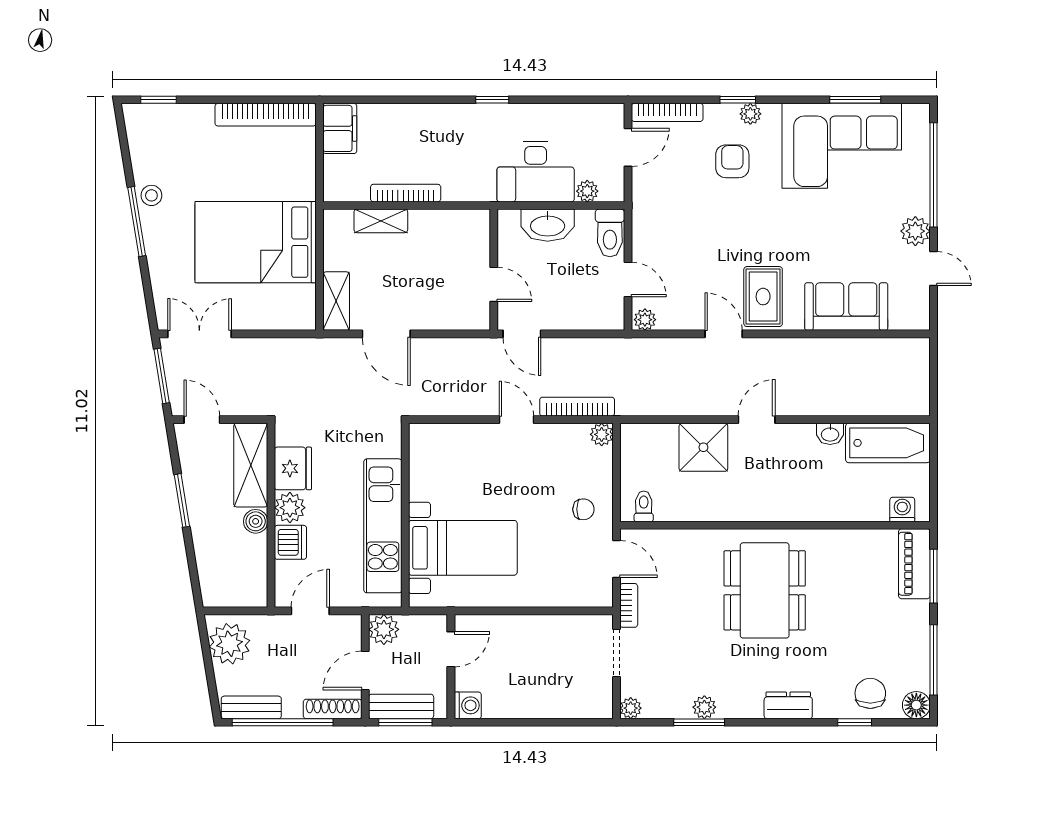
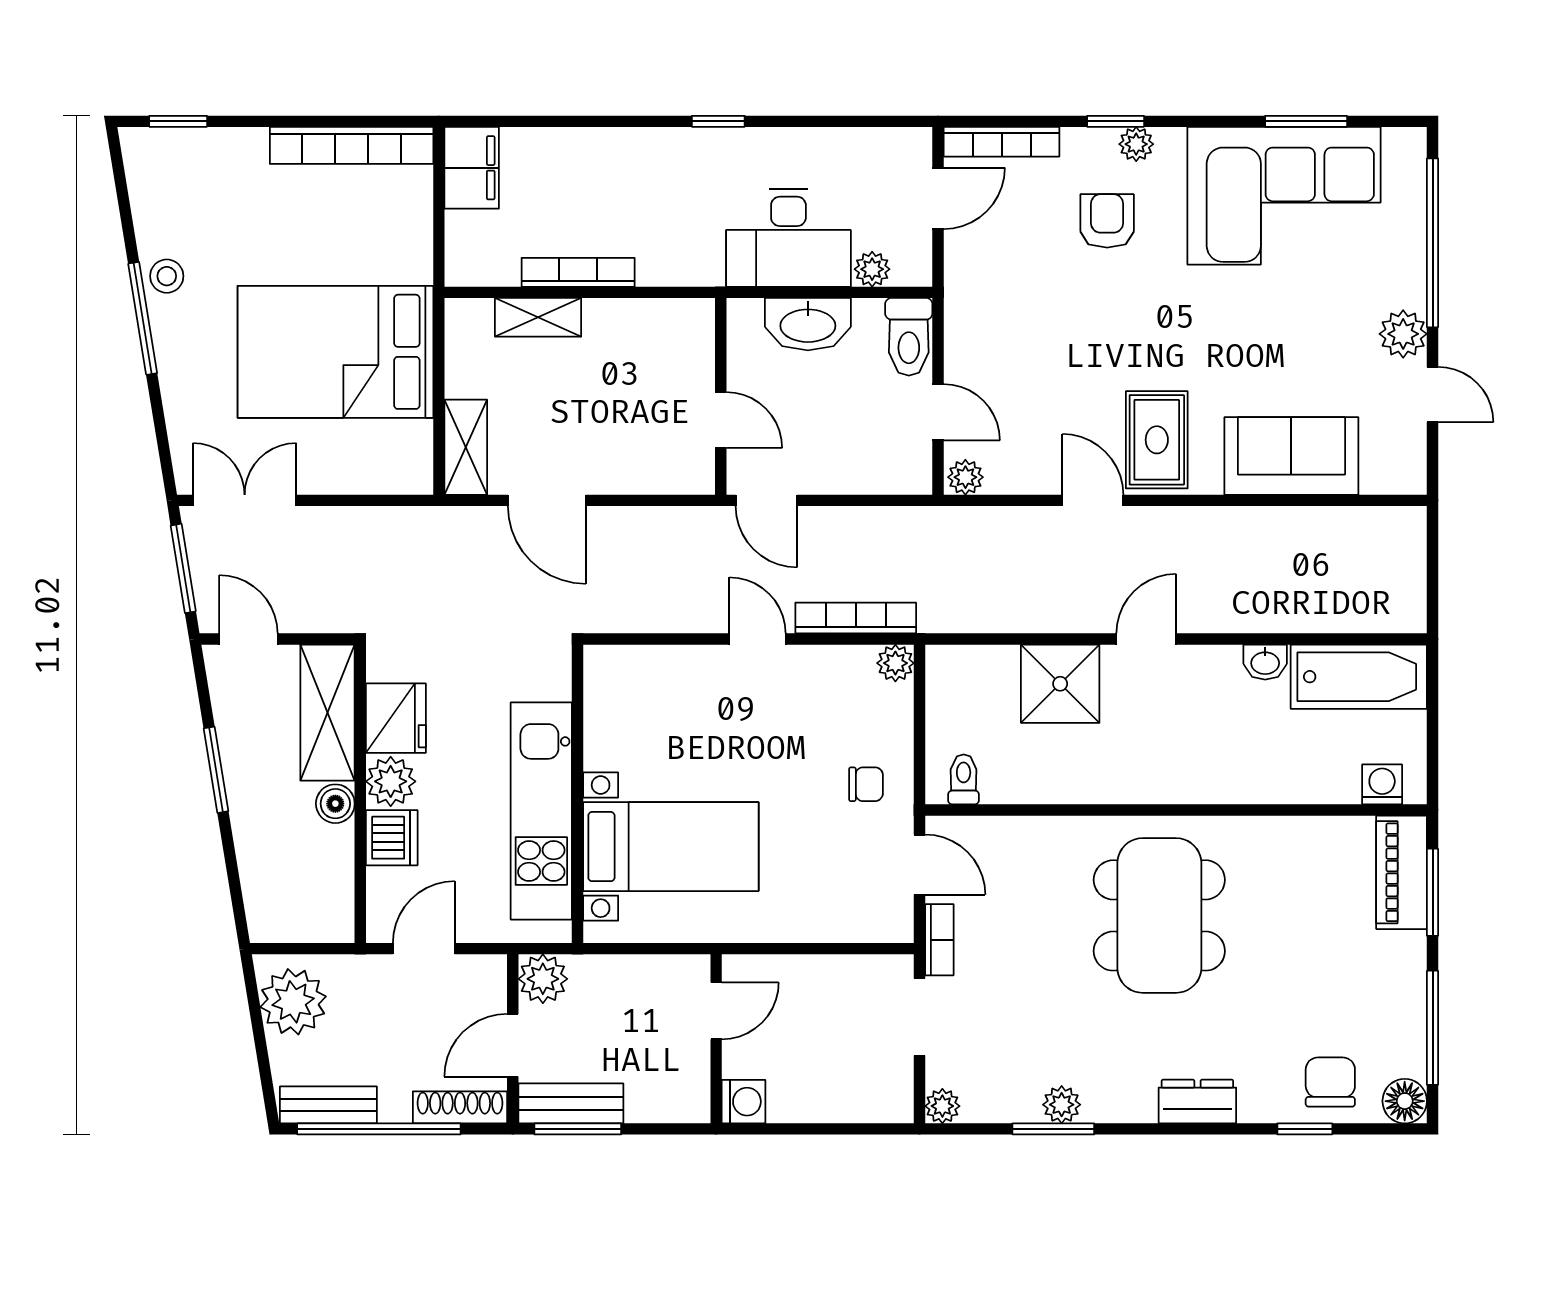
door: (451, 649) -> (716, 1011), moved
wall: (451, 667) -> (716, 1039), moved
washing machine: (468, 705) -> (743, 1102), moved

